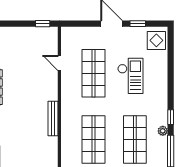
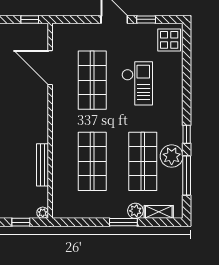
door: (59, 63) -> (50, 68), width x1.88
bench: (53, 118) -> (42, 165), moved
plant: (163, 131) -> (172, 156), width x1.88, depth x1.88

